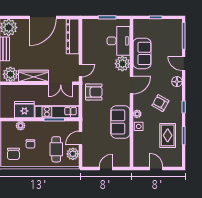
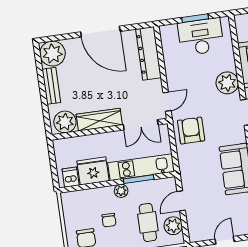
door: (43, 17) -> (100, 32), hinge flipped
desk: (119, 41) -> (201, 37), moved, turned -90
armchair: (94, 92) -> (191, 131), turned -90
dishwasher: (9, 112) -> (71, 177), added
plant: (21, 126) -> (121, 191), moved

